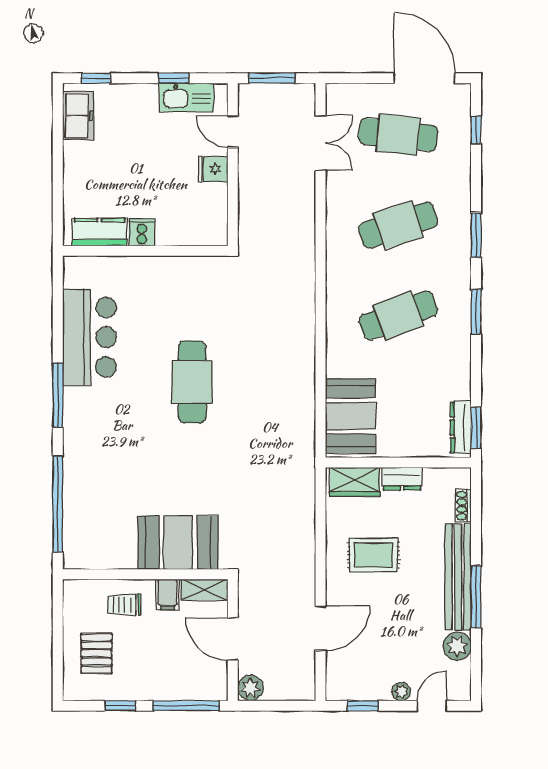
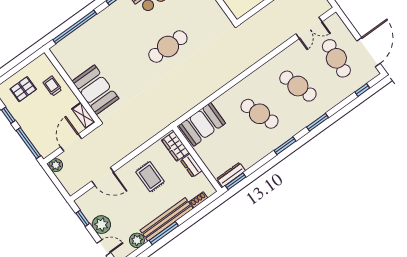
filing cabinet: (168, 594) -> (70, 101), removed
plant: (401, 692) -> (101, 225), width x1.88, depth x1.88

